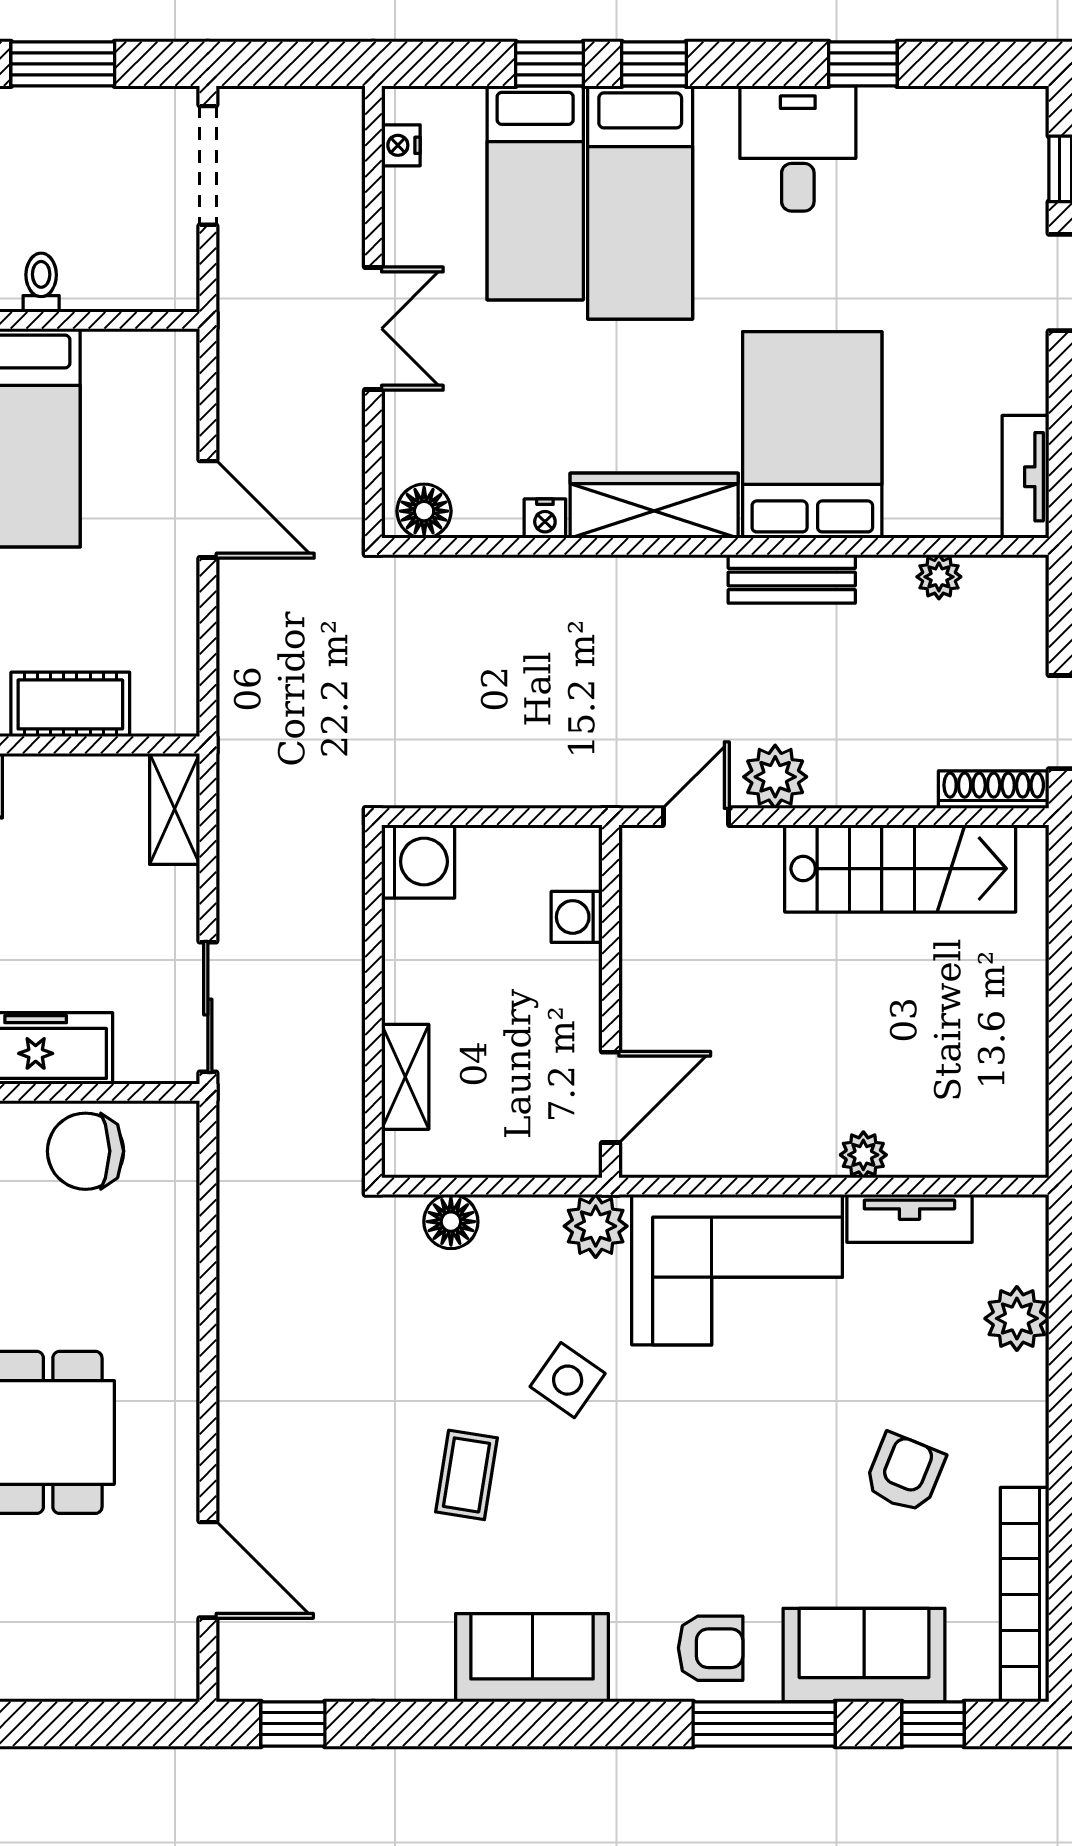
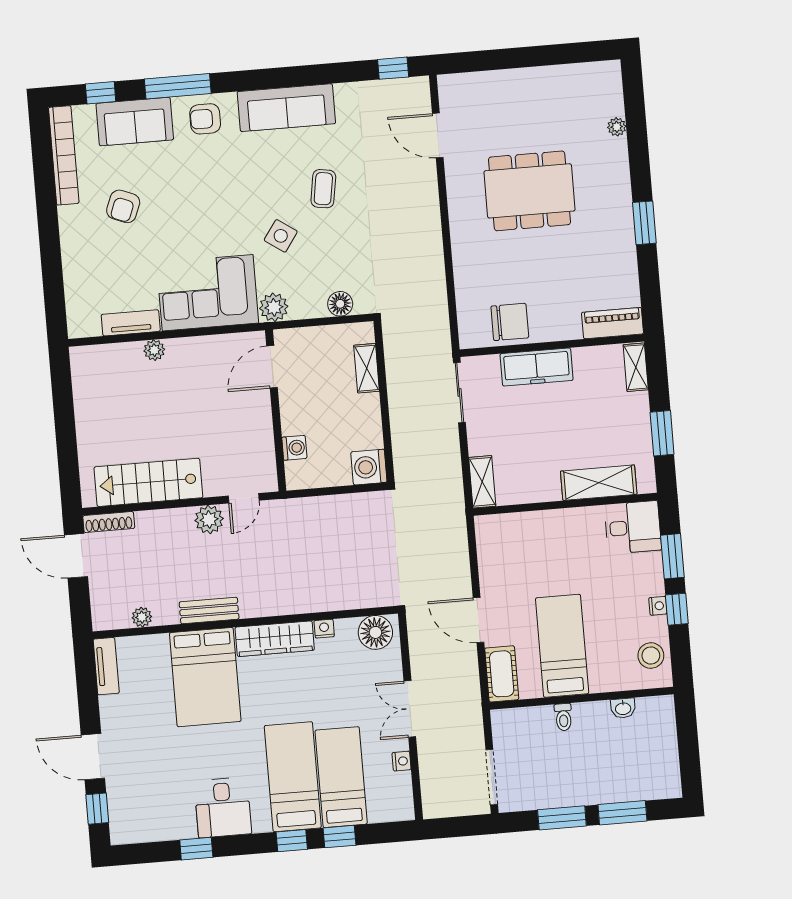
nightstand: (401, 145) -> (402, 761), moved
floor lamp: (424, 511) -> (375, 632), width x1.38, depth x1.38
cot: (70, 704) -> (502, 674), moved, turned 90
plant: (1017, 1318) -> (78, 281), removed
sofa: (532, 1658) -> (286, 108), width x1.36

